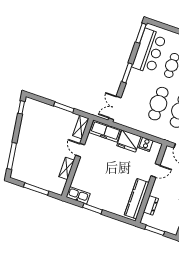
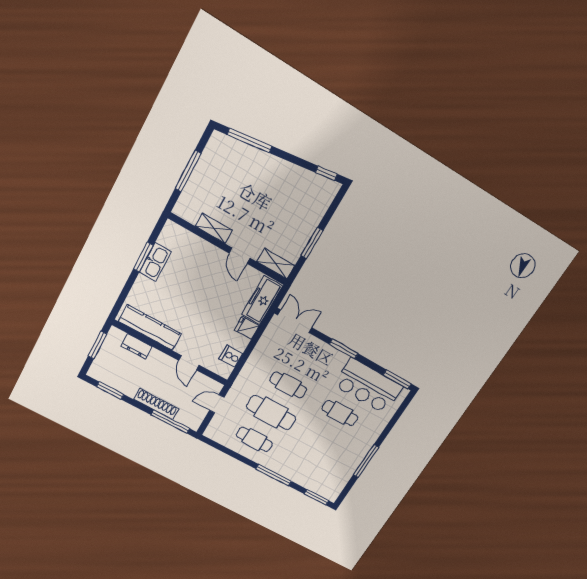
cafe table: (158, 104) -> (288, 385), width x0.73, depth x0.74
fridge: (129, 141) -> (247, 328), width x0.53, depth x0.75
door: (80, 150) -> (240, 256), swing flipped
kitchen sink: (78, 195) -> (155, 262), moved

